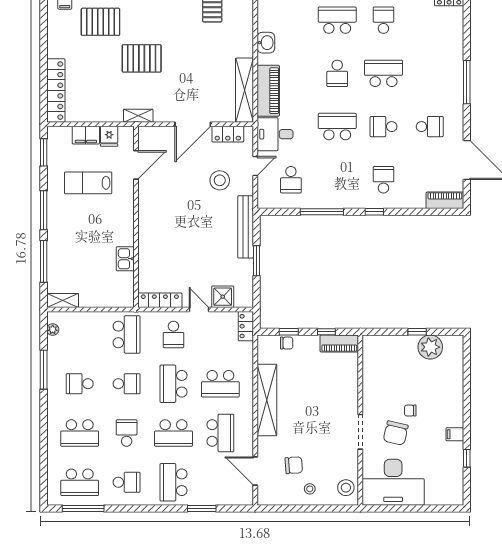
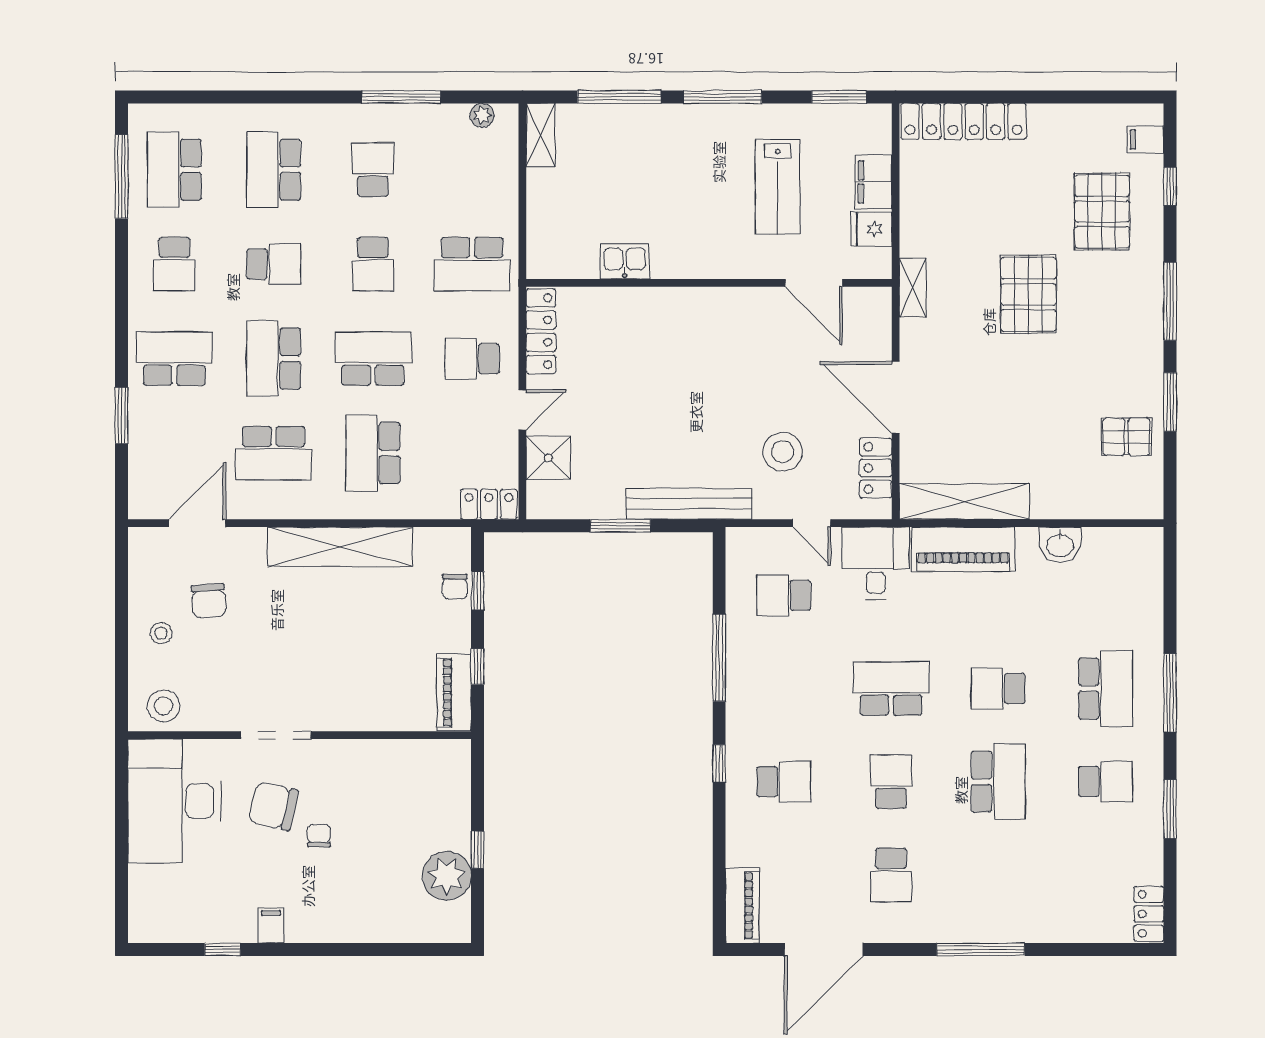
school desk: (337, 127) -> (891, 688), turned -90
lab bench: (88, 183) -> (778, 187), turned 180

